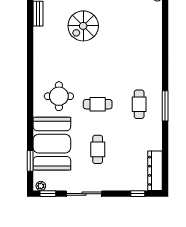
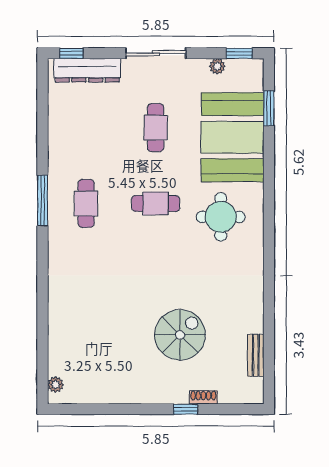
dresser: (155, 171) -> (87, 70), moved, turned 90
plant: (41, 186) -> (217, 66), moved
sliding door: (84, 194) -> (156, 53), moved
window: (138, 194) -> (71, 53), moved

